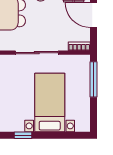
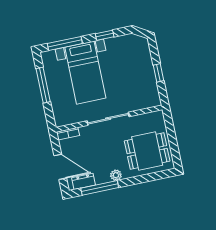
window: (94, 79) -> (43, 85), moved
window: (64, 135) -> (65, 44), added

